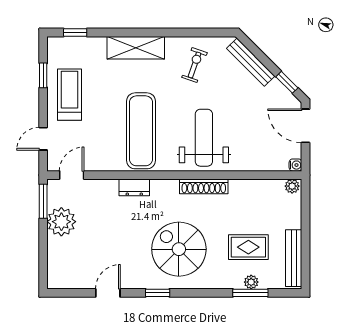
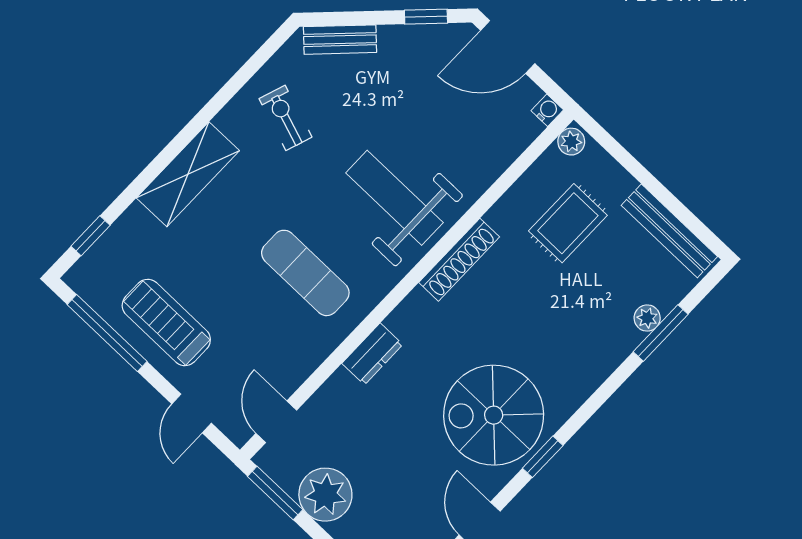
bench: (251, 62) -> (340, 40), width x0.73
window: (43, 75) -> (107, 333), width x2.17
exercise mat: (141, 131) -> (305, 273), width x0.73, depth x0.69
rug: (248, 247) -> (568, 223), moved
spiral stairs: (179, 249) -> (494, 415), moved

